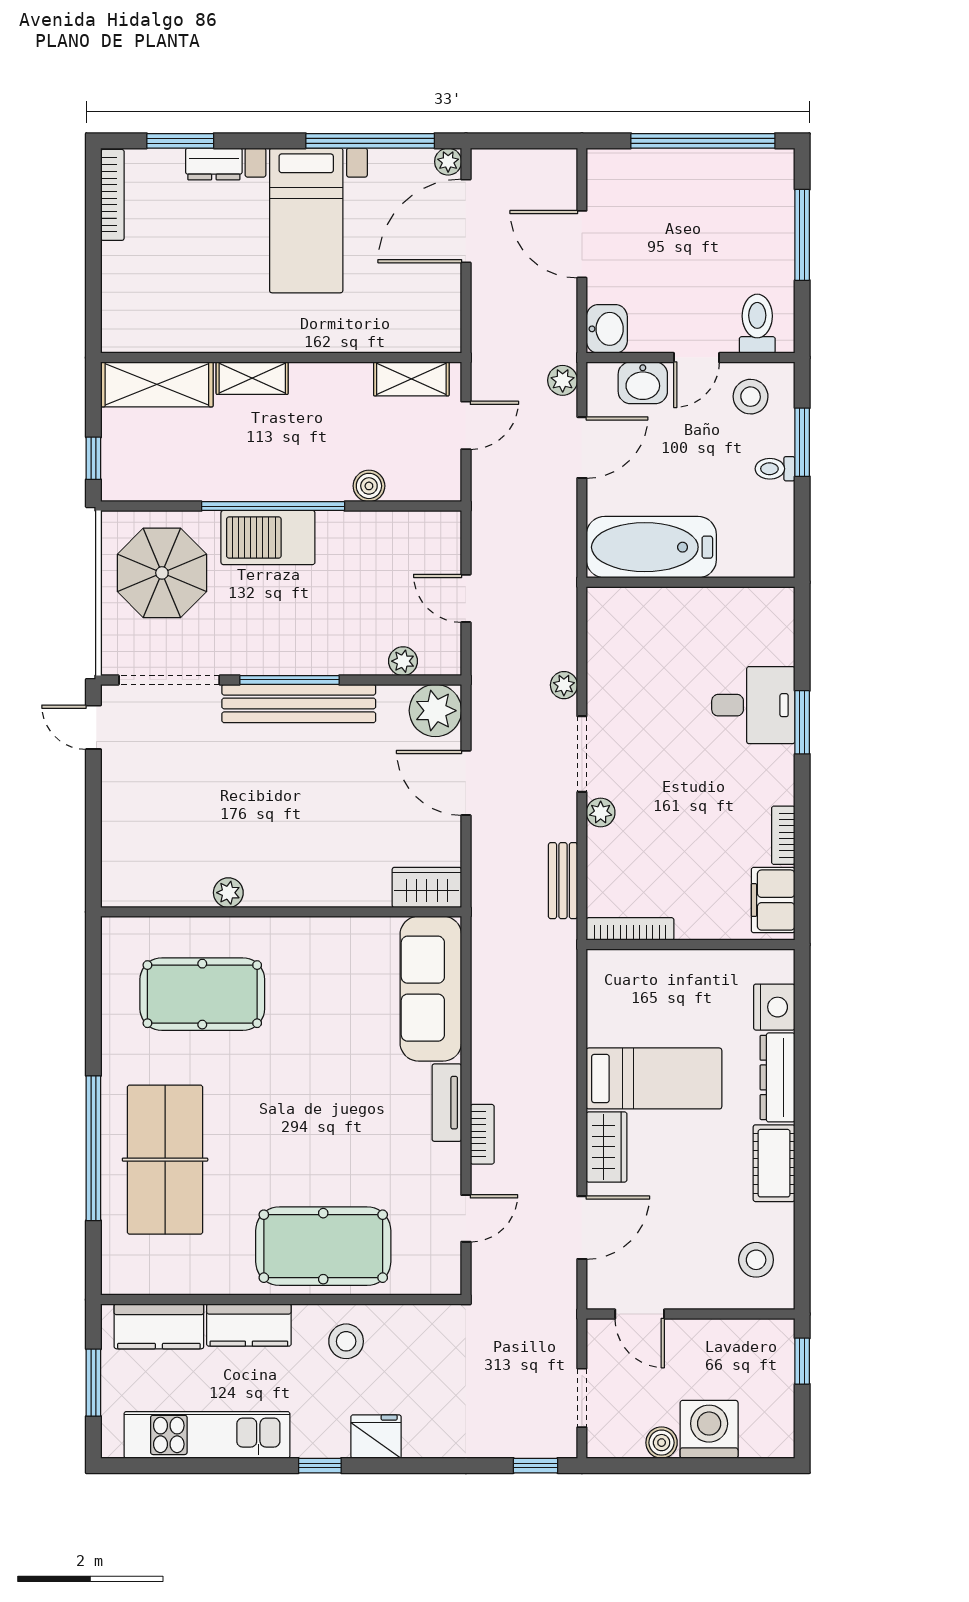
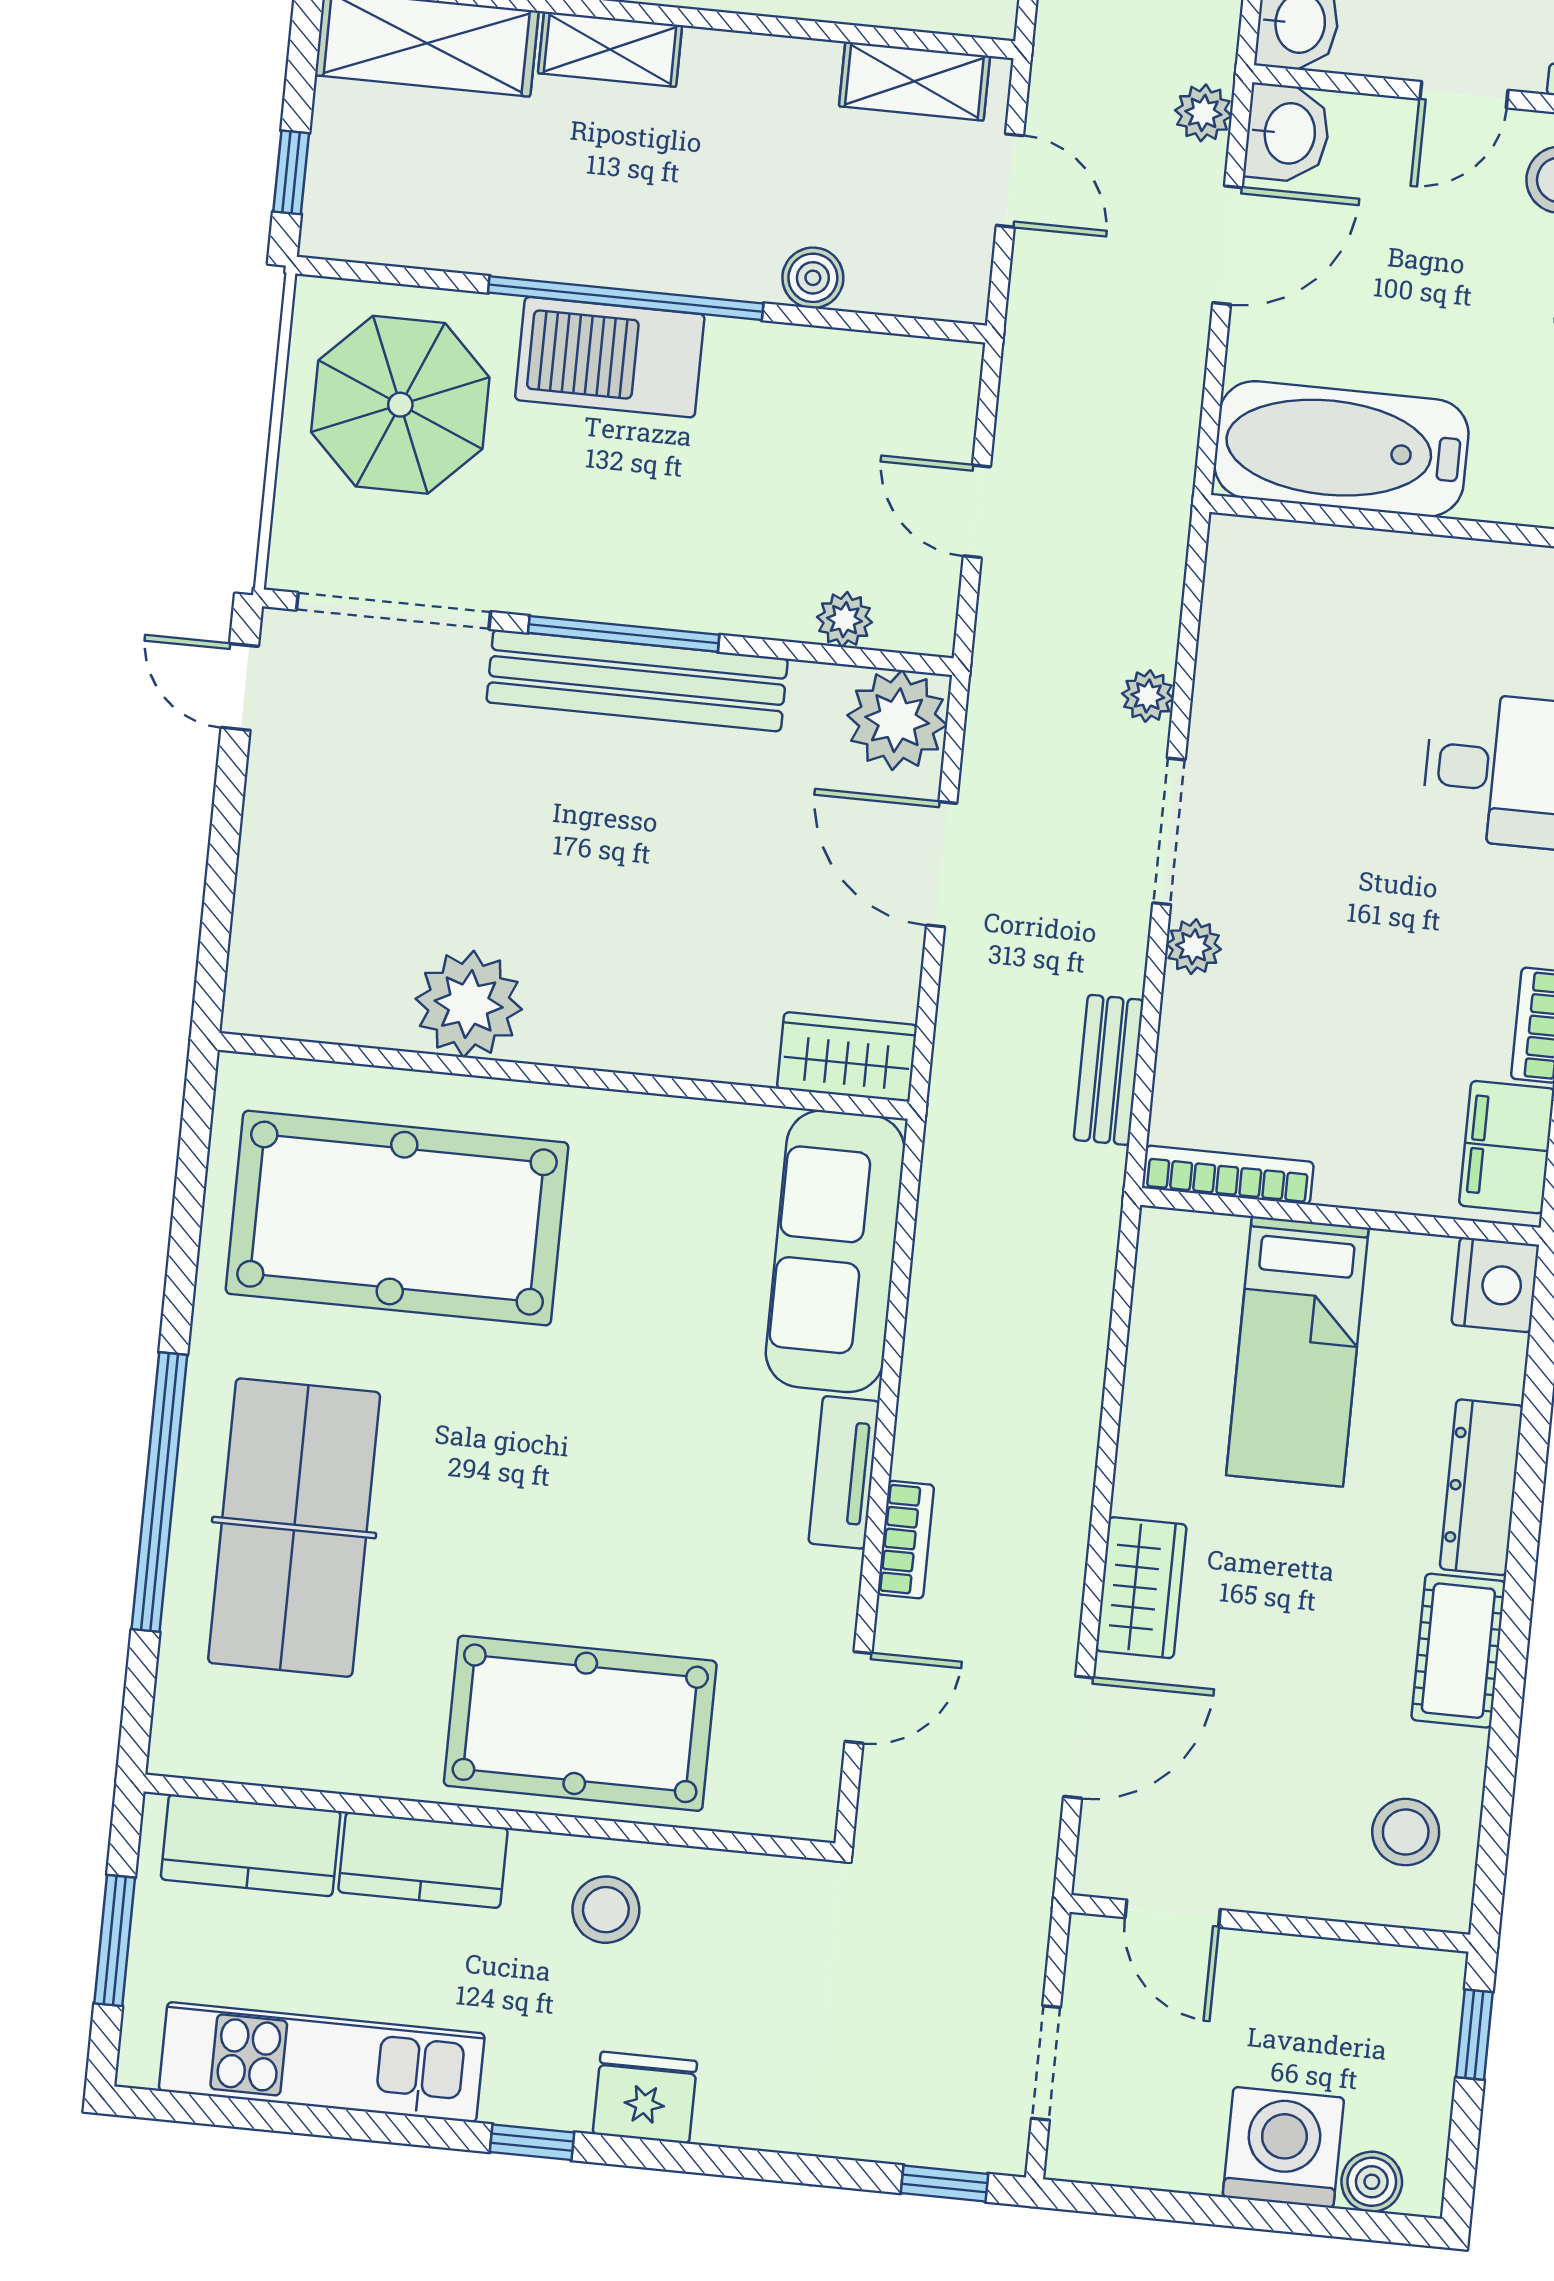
washbasin: (643, 383) -> (1287, 133), moved, turned -90
door: (466, 425) -> (1010, 180), hinge flipped
plant: (228, 893) -> (469, 1004), width x1.87, depth x1.87
pool table: (202, 994) -> (397, 1218), width x1.36, depth x1.32
nightstand: (774, 1007) -> (1495, 1285), moved
bed: (654, 1078) -> (1297, 1351), moved, turned 90
boiler: (662, 1443) -> (1372, 2182), moved

